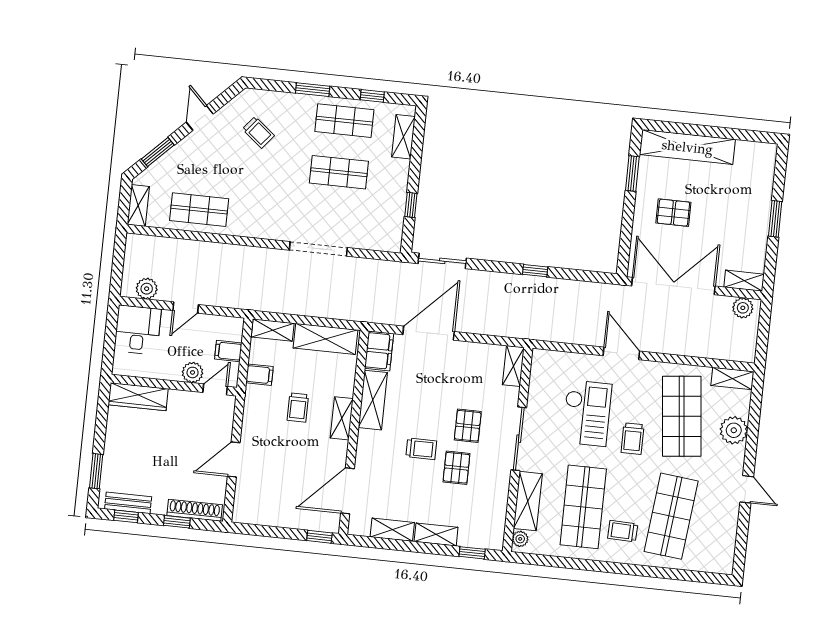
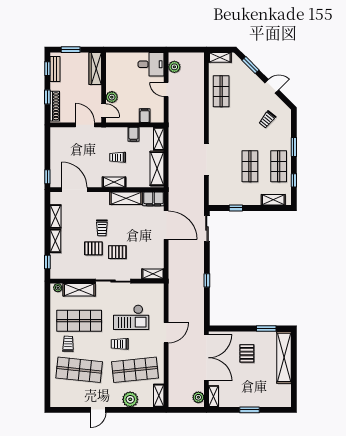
plant: (193, 372) -> (112, 97), moved
wall: (174, 385) -> (104, 87), moved
door: (215, 389) -> (104, 111), moved
wardrobe: (138, 397) -> (95, 68), moved

